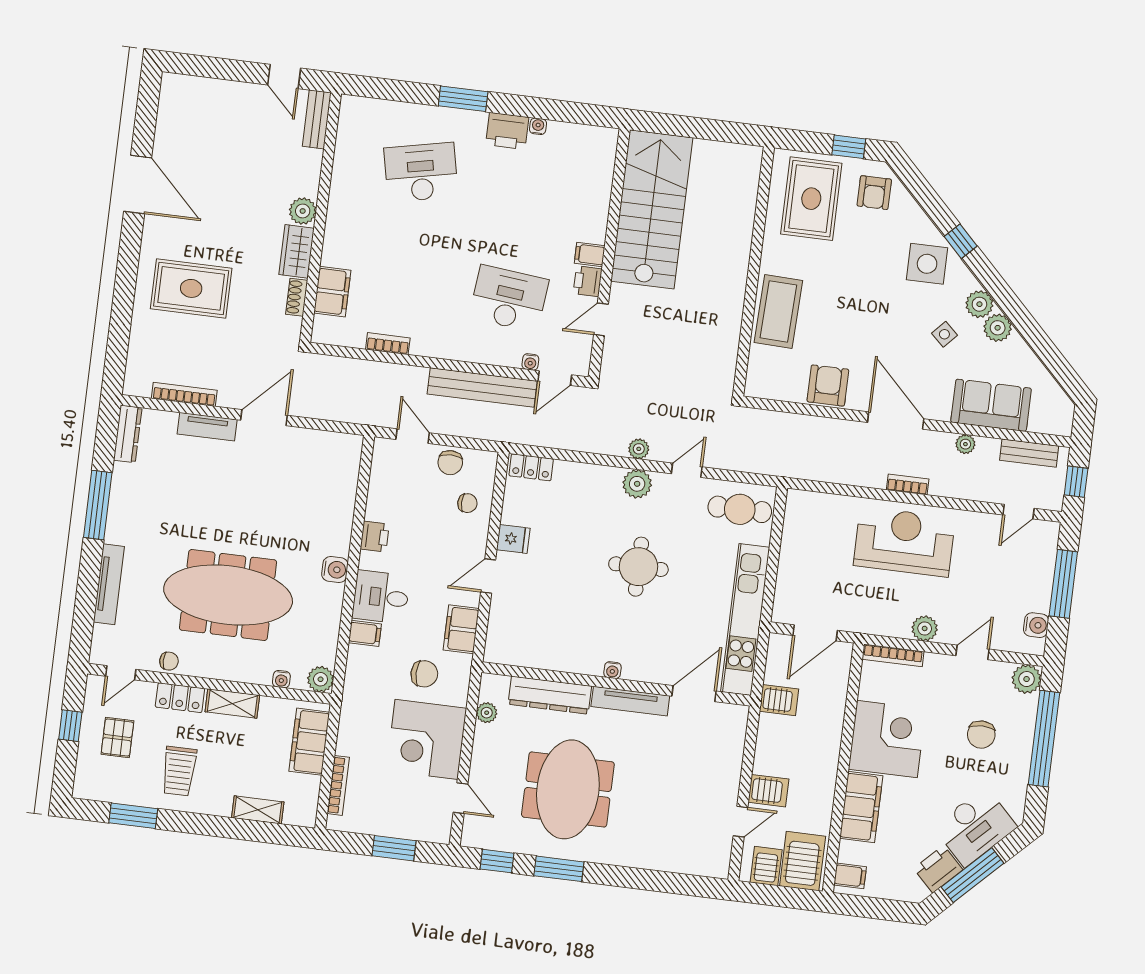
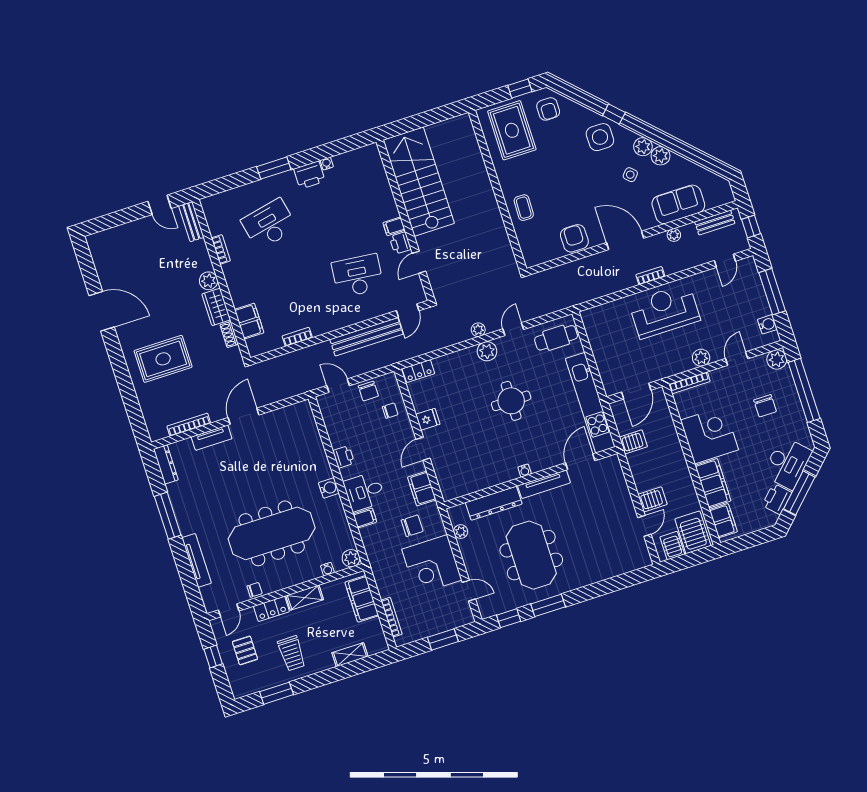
bookcase: (339, 176) -> (221, 249), added
coffee table: (778, 311) -> (524, 208), width x0.54, depth x0.58
water cooler: (530, 362) -> (388, 308), removed
filing cabinet: (850, 876) -> (723, 521), width x2.00

